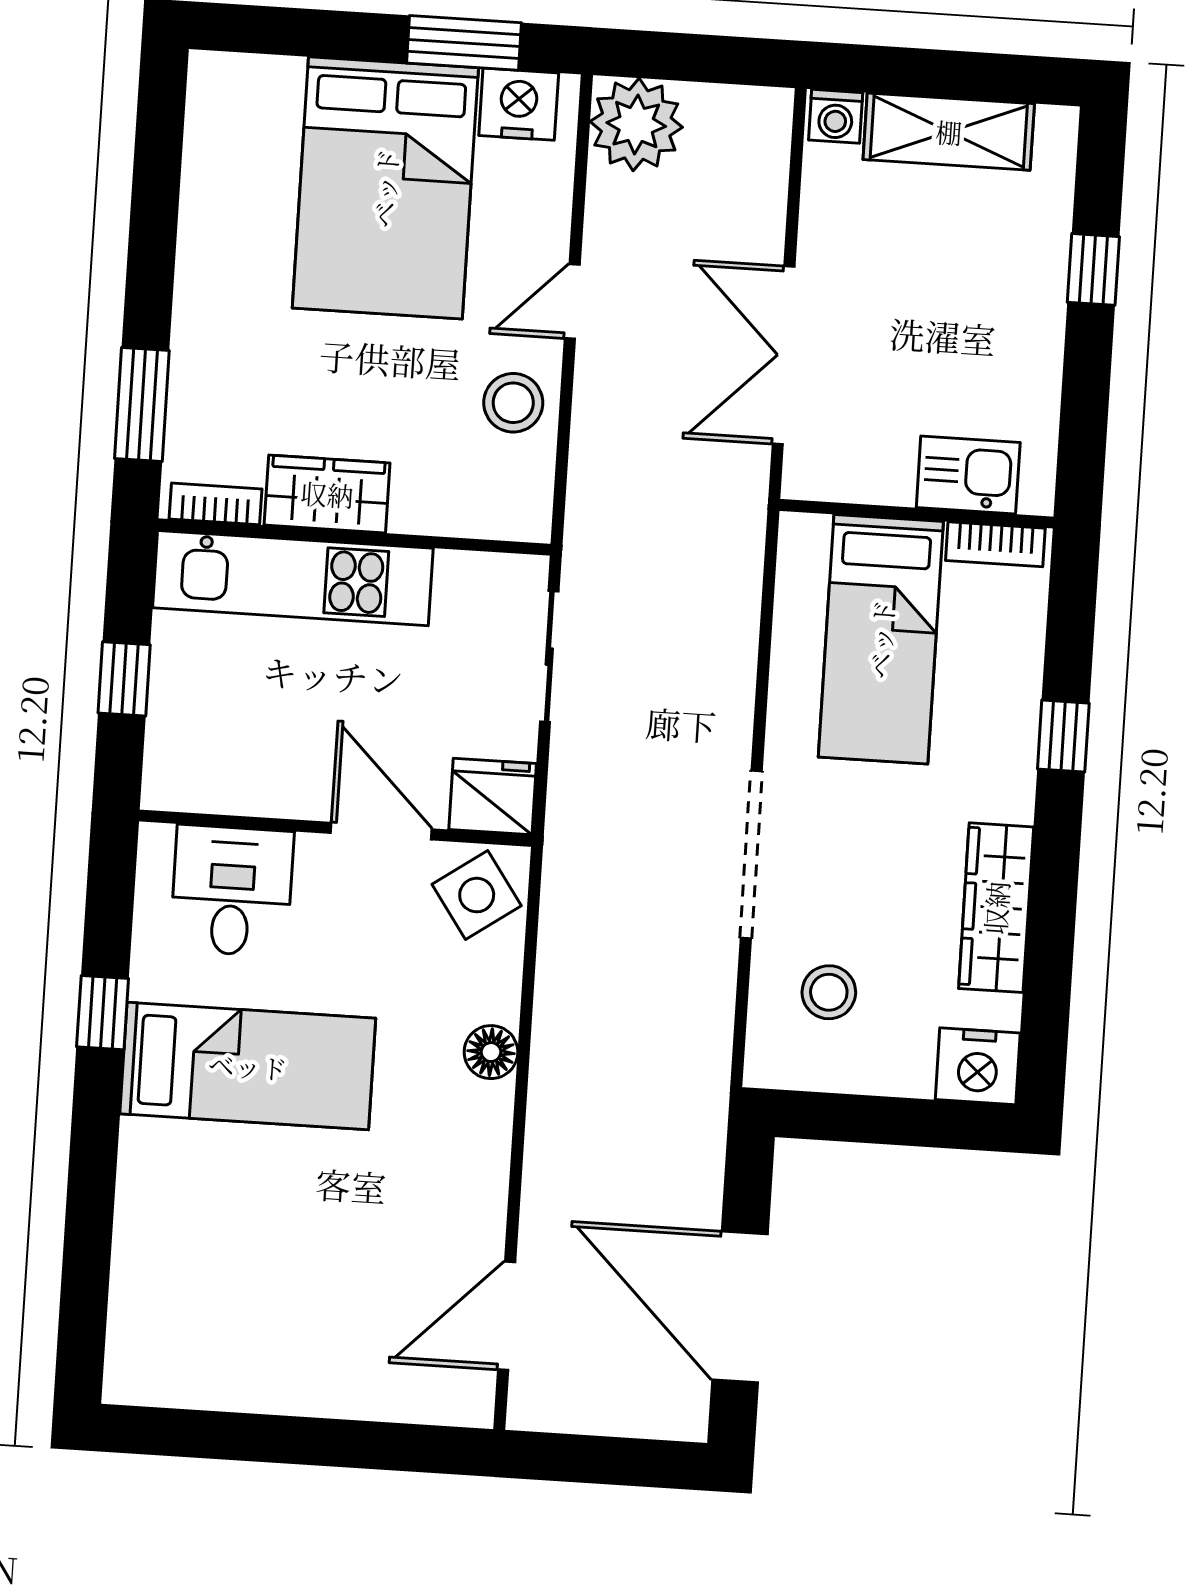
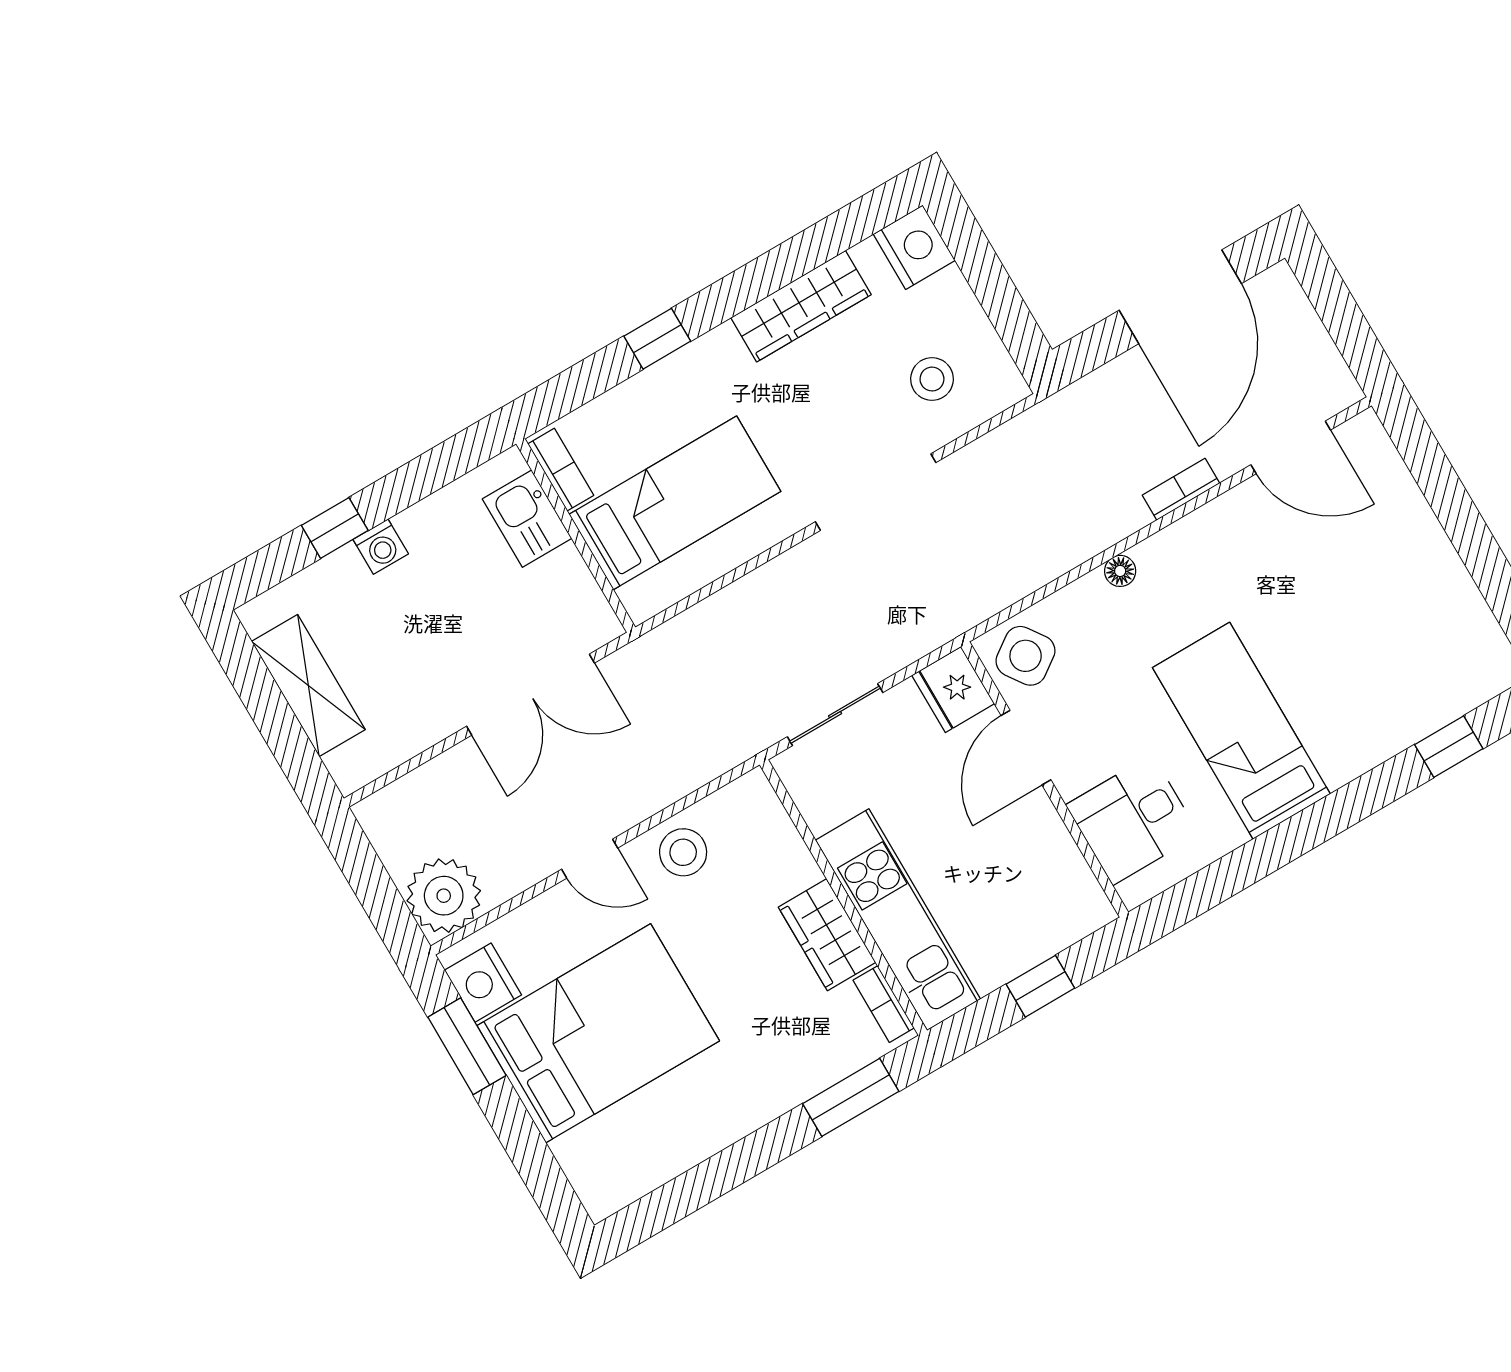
washing machine: (836, 116) -> (381, 547), moved, turned 90
window: (103, 1013) -> (1449, 747), moved
floor lamp: (491, 1052) -> (1120, 571), width x0.73, depth x0.73
bookcase: (540, 1173) -> (1181, 489), added

